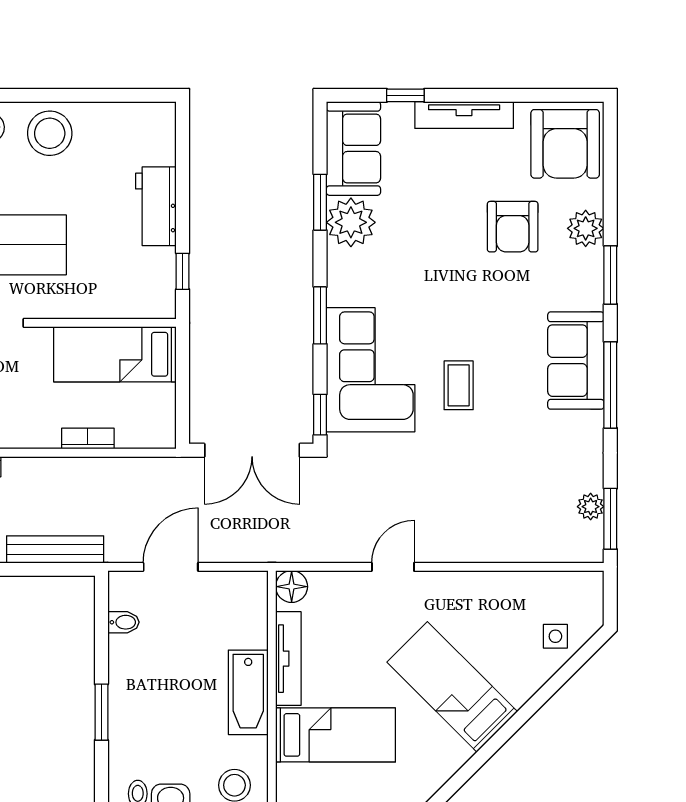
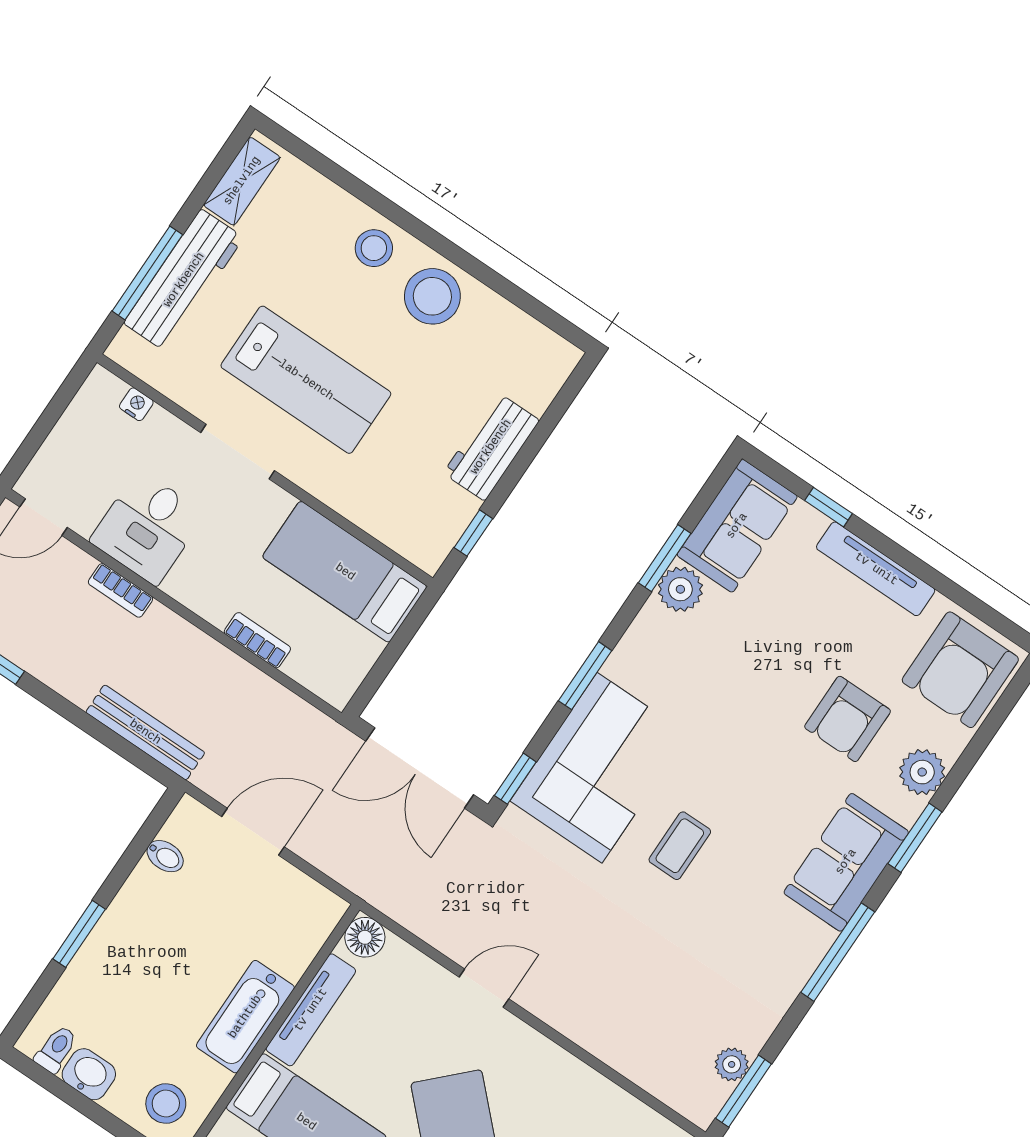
plant: (351, 222) -> (680, 589), width x0.73, depth x0.73
sofa: (576, 361) -> (846, 862), moved

